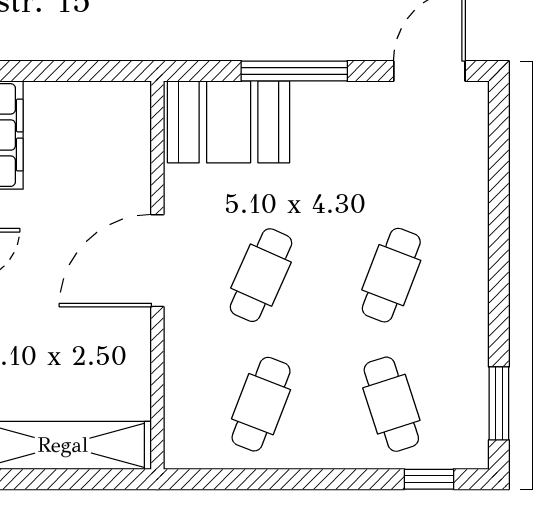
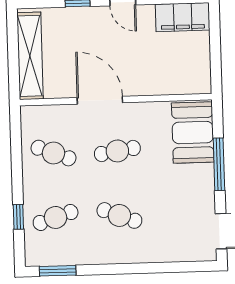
door: (157, 261) -> (100, 100), moved
cafe table: (261, 275) -> (117, 151), turned -33
window: (429, 479) -> (18, 217), moved

